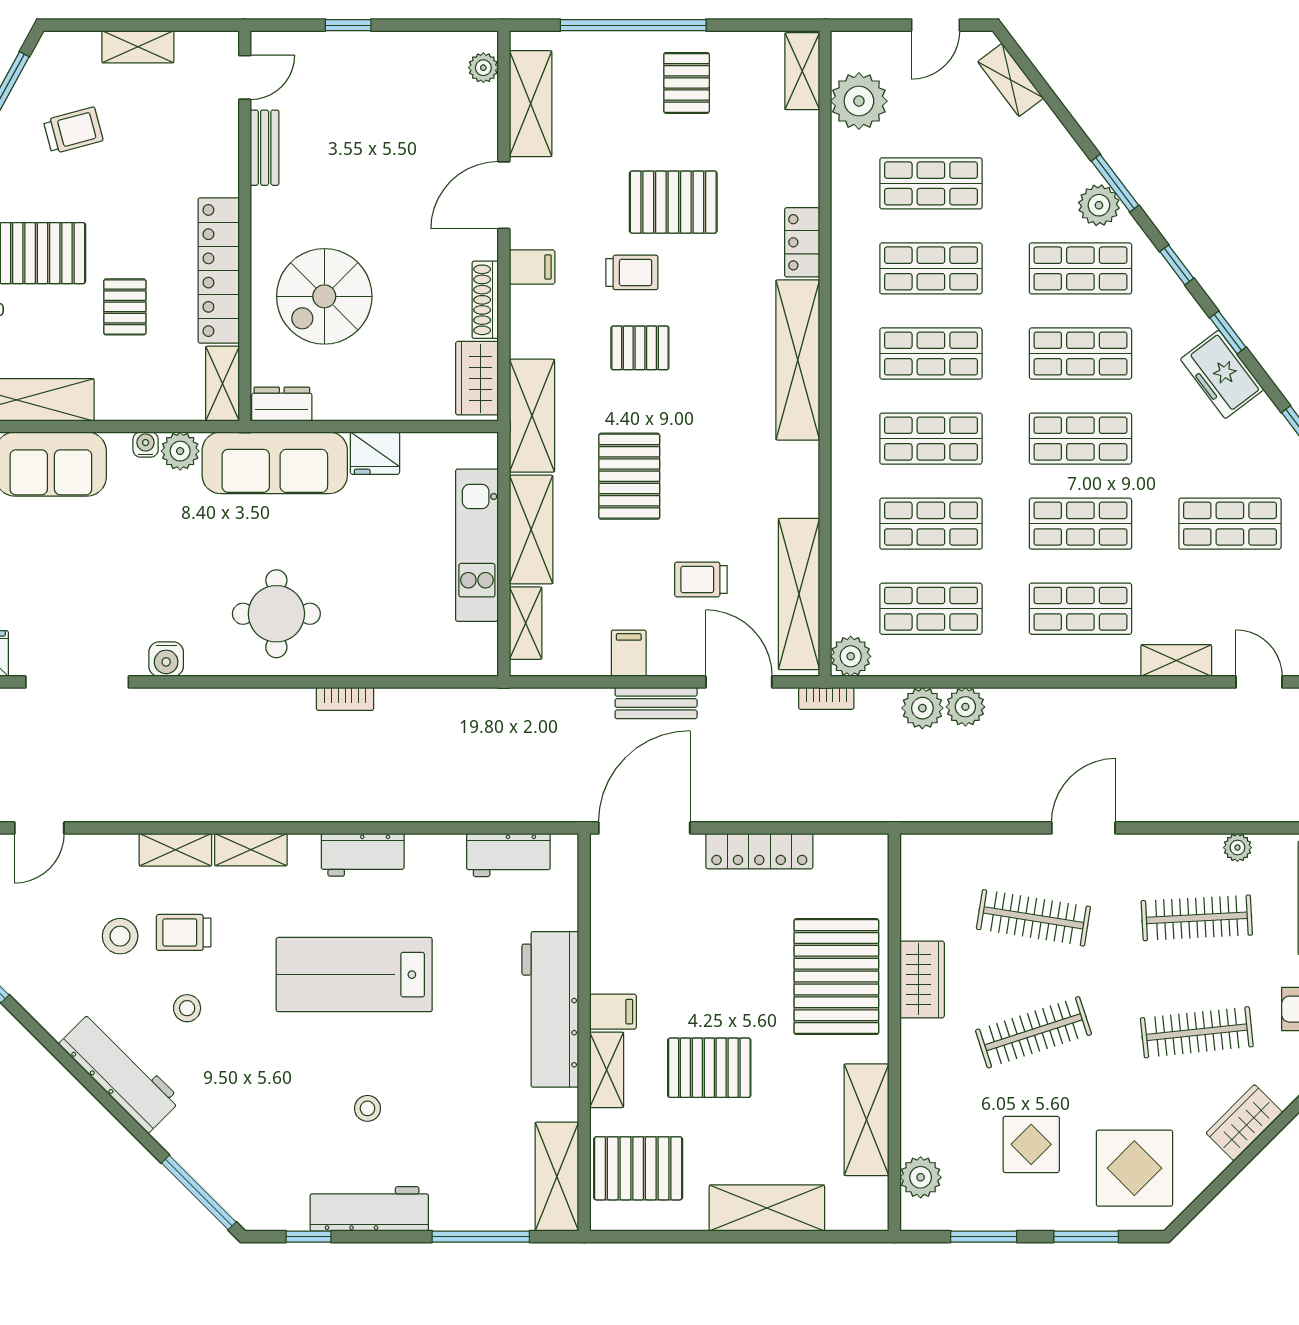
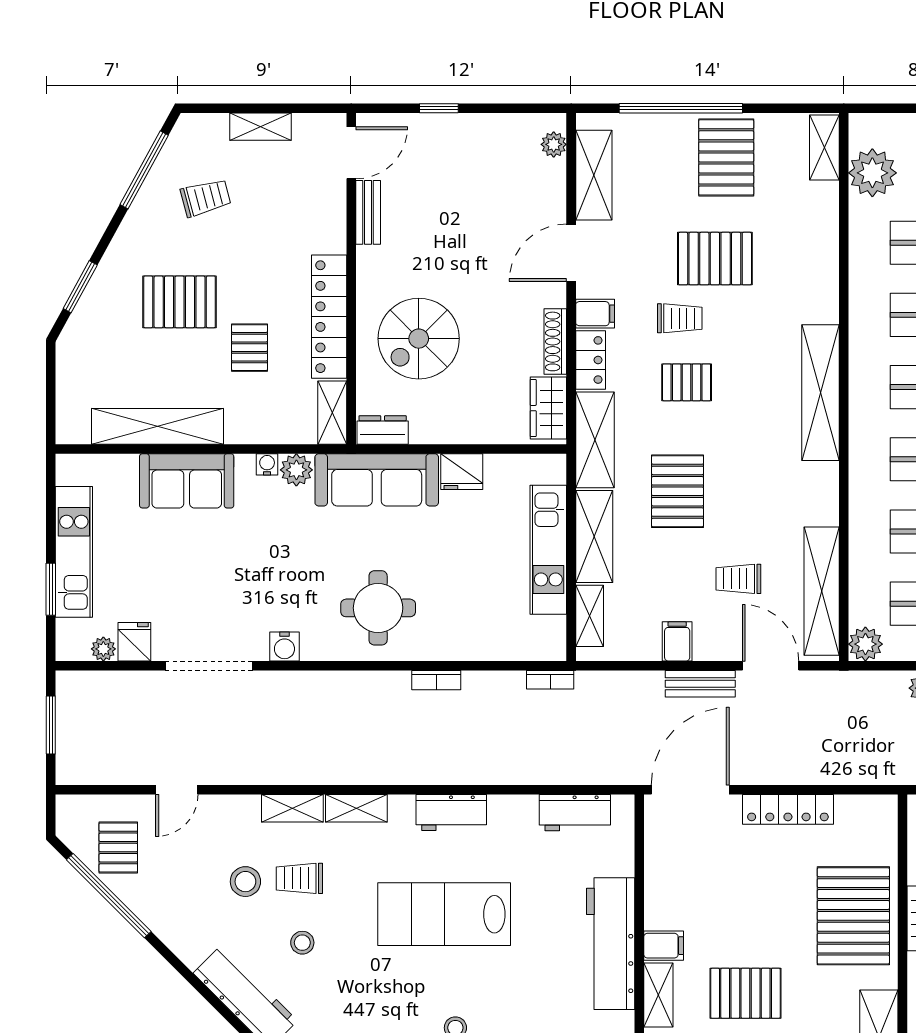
door: (245, 77) -> (351, 153), width x1.38
pallet: (687, 83) -> (726, 157), width x1.50, depth x1.42
locker: (802, 242) -> (591, 360), moved, turned 180
bookcase: (826, 698) -> (550, 680), moved

